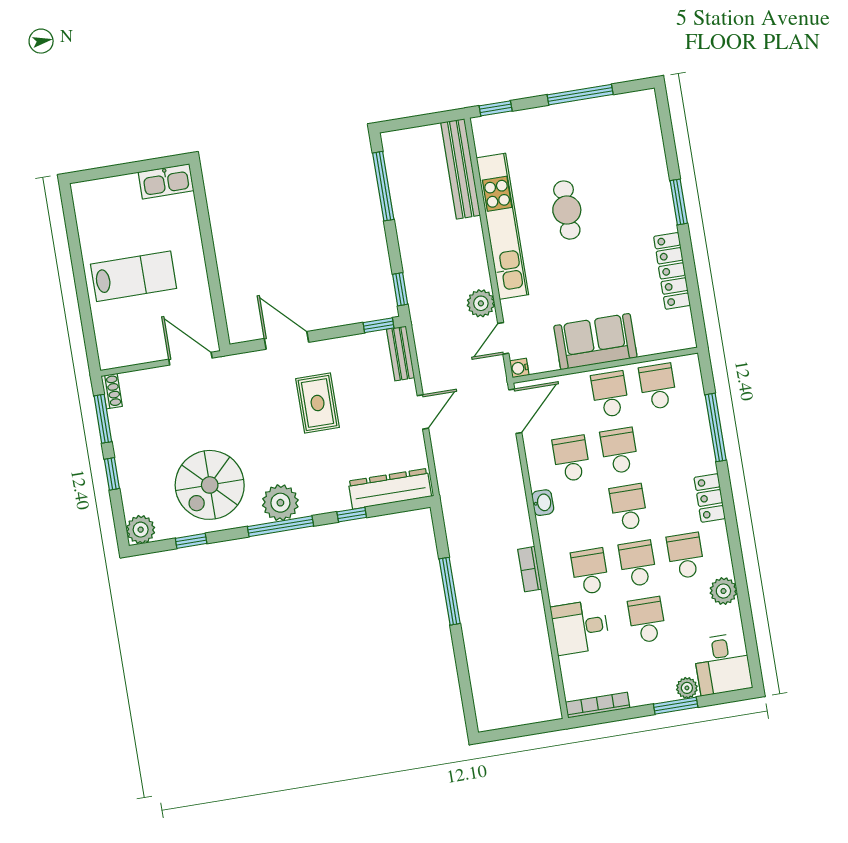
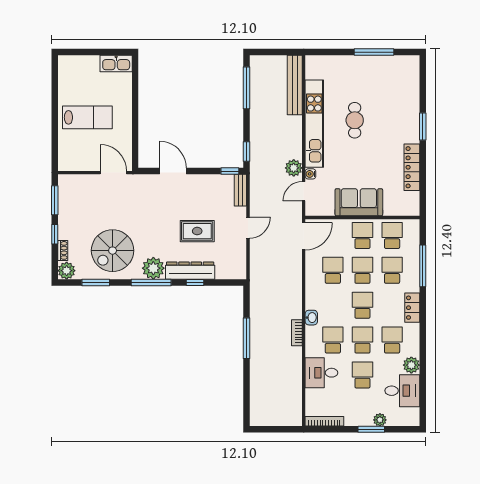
window: (496, 108) -> (322, 52), removed
water cooler: (519, 368) -> (310, 174), moved
shoe rack: (112, 391) -> (63, 250), moved
rug: (318, 403) -> (197, 231), moved, turned 90
school desk: (667, 443) -> (392, 270), added
dresser: (390, 489) -> (190, 271), moved
washbasin: (543, 503) -> (311, 318), moved
window: (191, 541) -> (96, 282), width x1.50
desk: (722, 664) -> (402, 391), moved, turned -90

